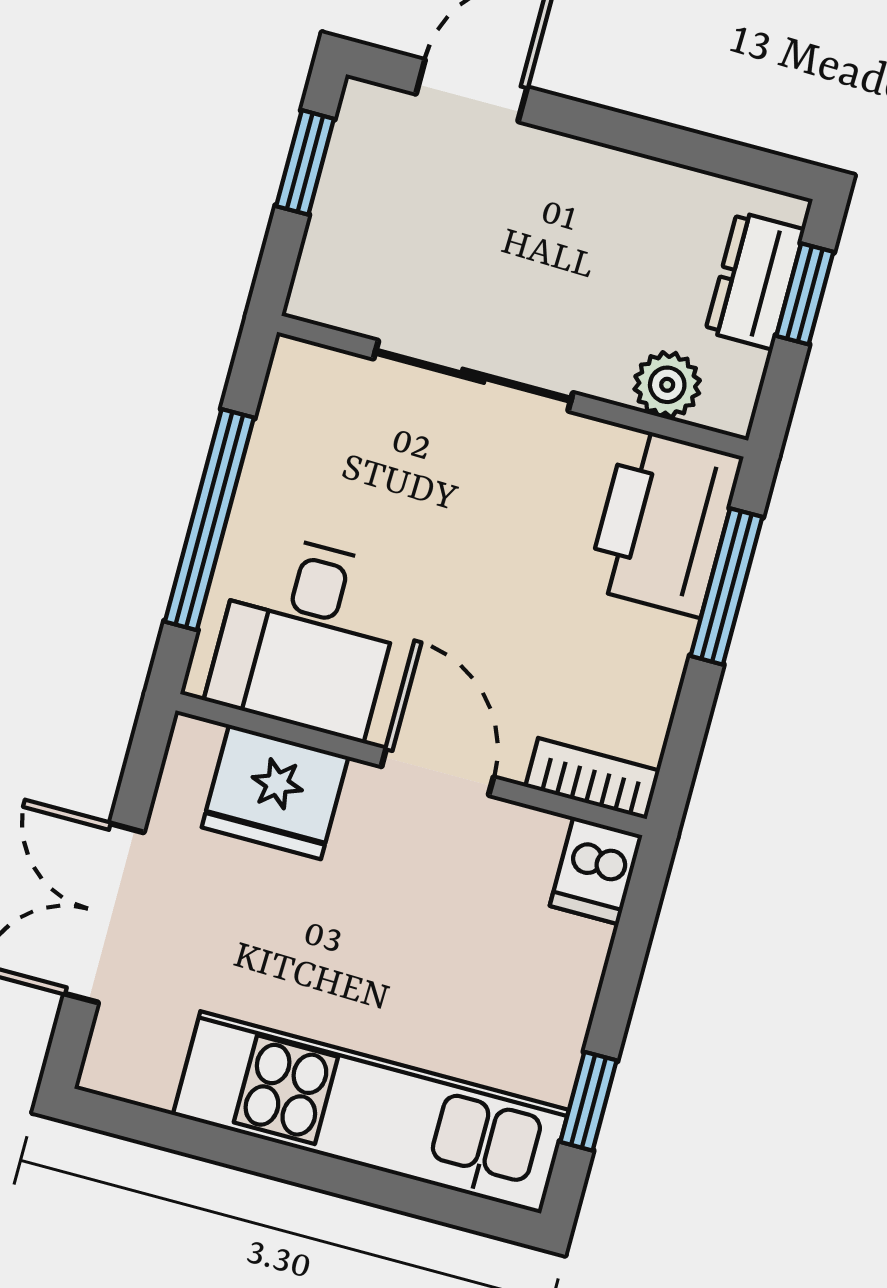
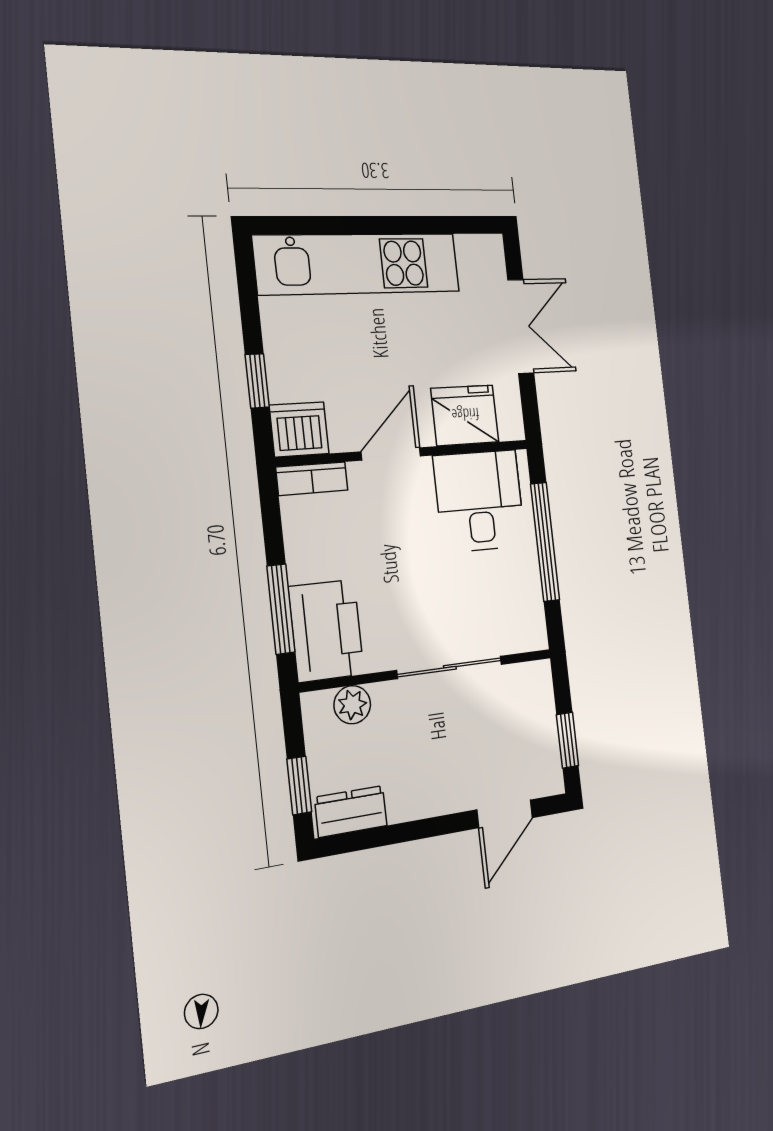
dresser: (755, 281) -> (351, 811), moved, turned -90
door: (437, 772) -> (391, 454), swing flipped
dishwasher: (596, 871) -> (299, 429), width x1.38
window: (589, 1101) -> (257, 381), moved

